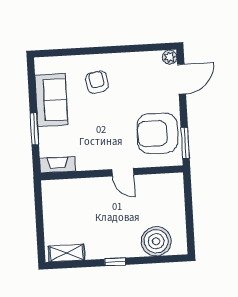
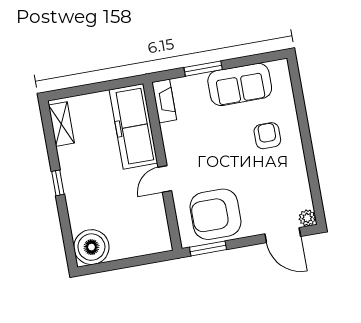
armchair: (97, 82) -> (267, 136), turned -80
armchair: (157, 133) -> (215, 214), turned -90
freezer: (76, 193) -> (133, 126), added
boiler: (156, 241) -> (91, 247), moved

